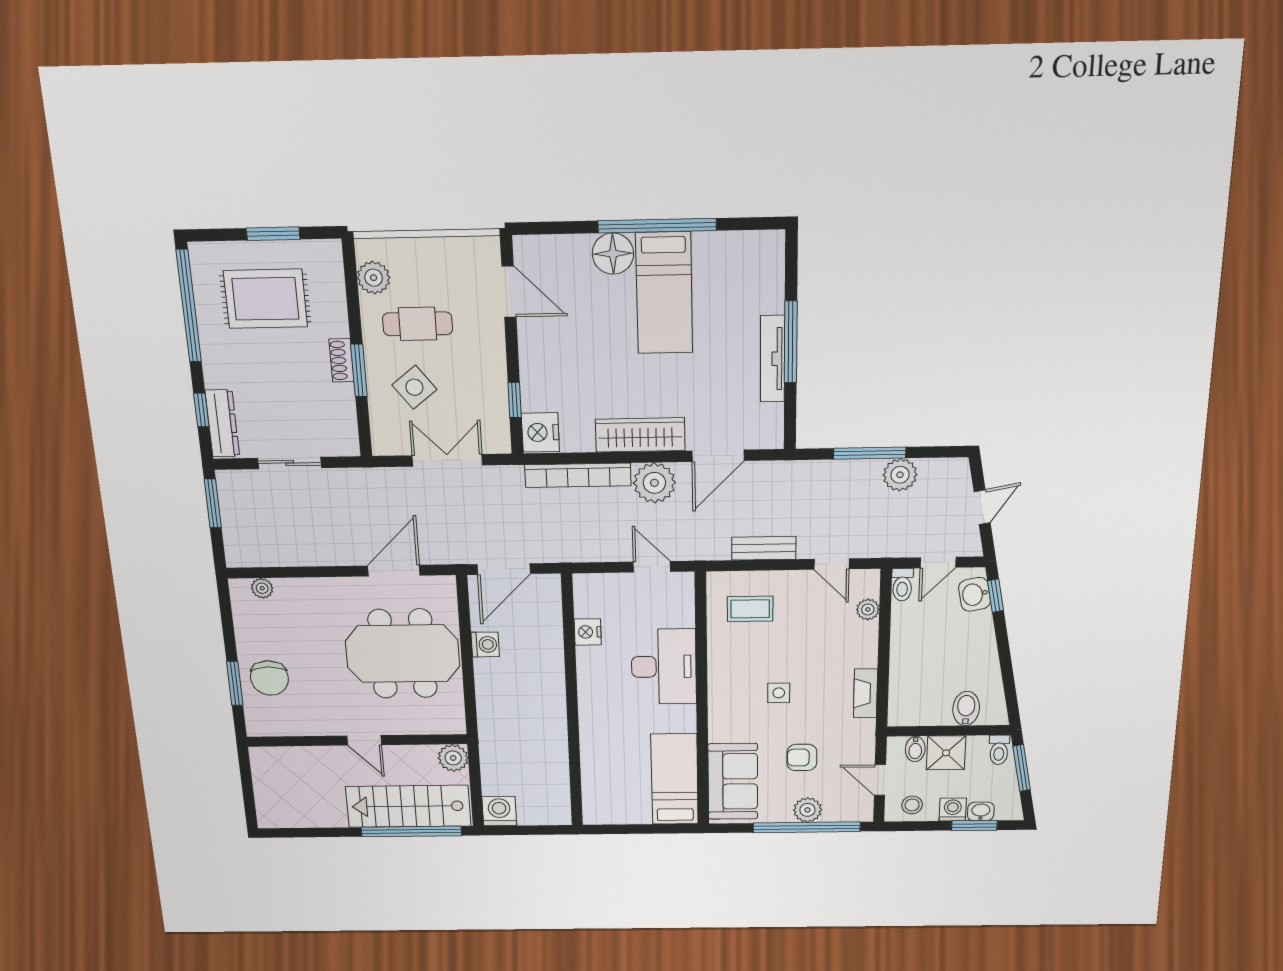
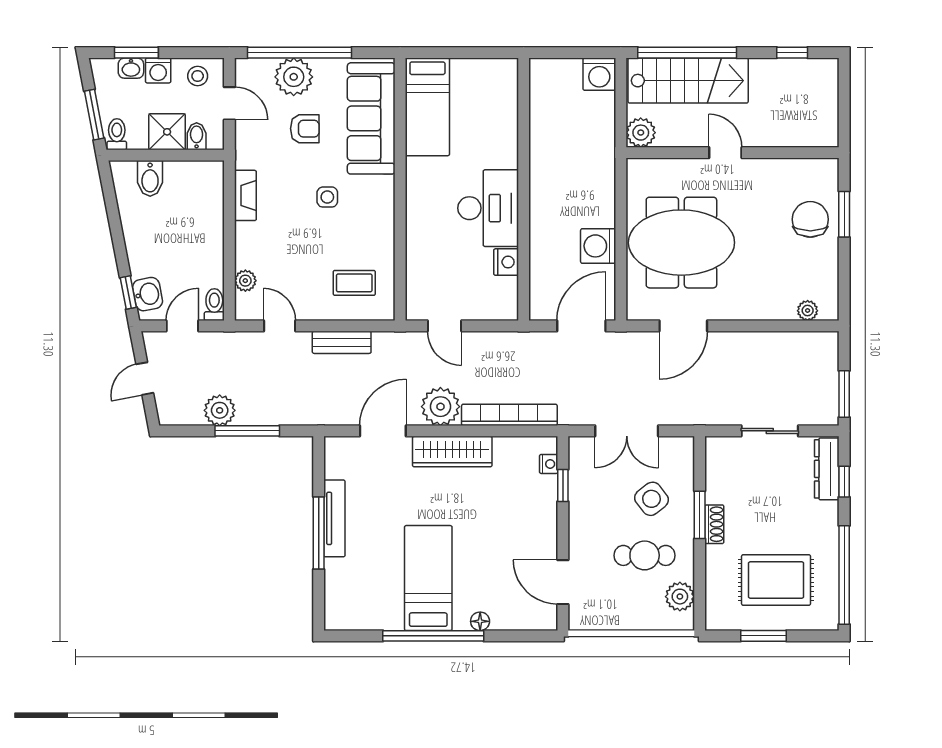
floor lamp: (613, 254) -> (480, 621), width x0.53, depth x0.53
nightstand: (540, 432) -> (549, 464), width x0.53, depth x0.56
washing machine: (485, 644) -> (598, 246), width x1.38, depth x1.38
desk: (664, 667) -> (488, 208), moved, turned 180
sofa: (733, 781) -> (371, 118), width x1.36
plant: (808, 810) -> (294, 77), width x1.36, depth x1.36
window: (305, 833) -> (792, 53), added

